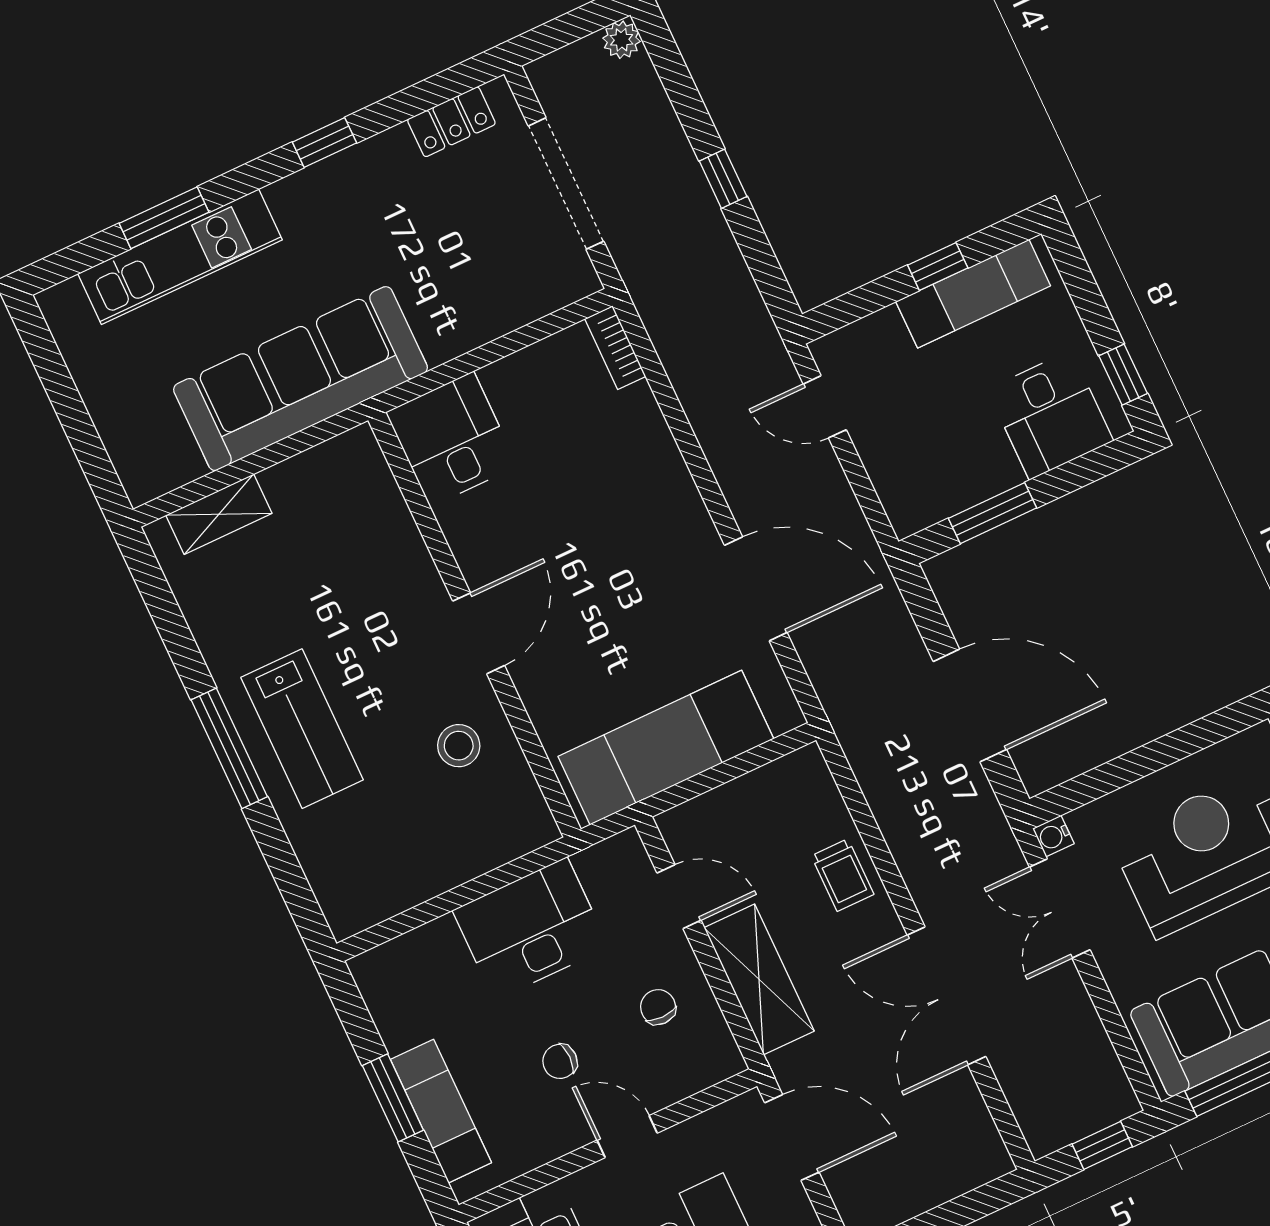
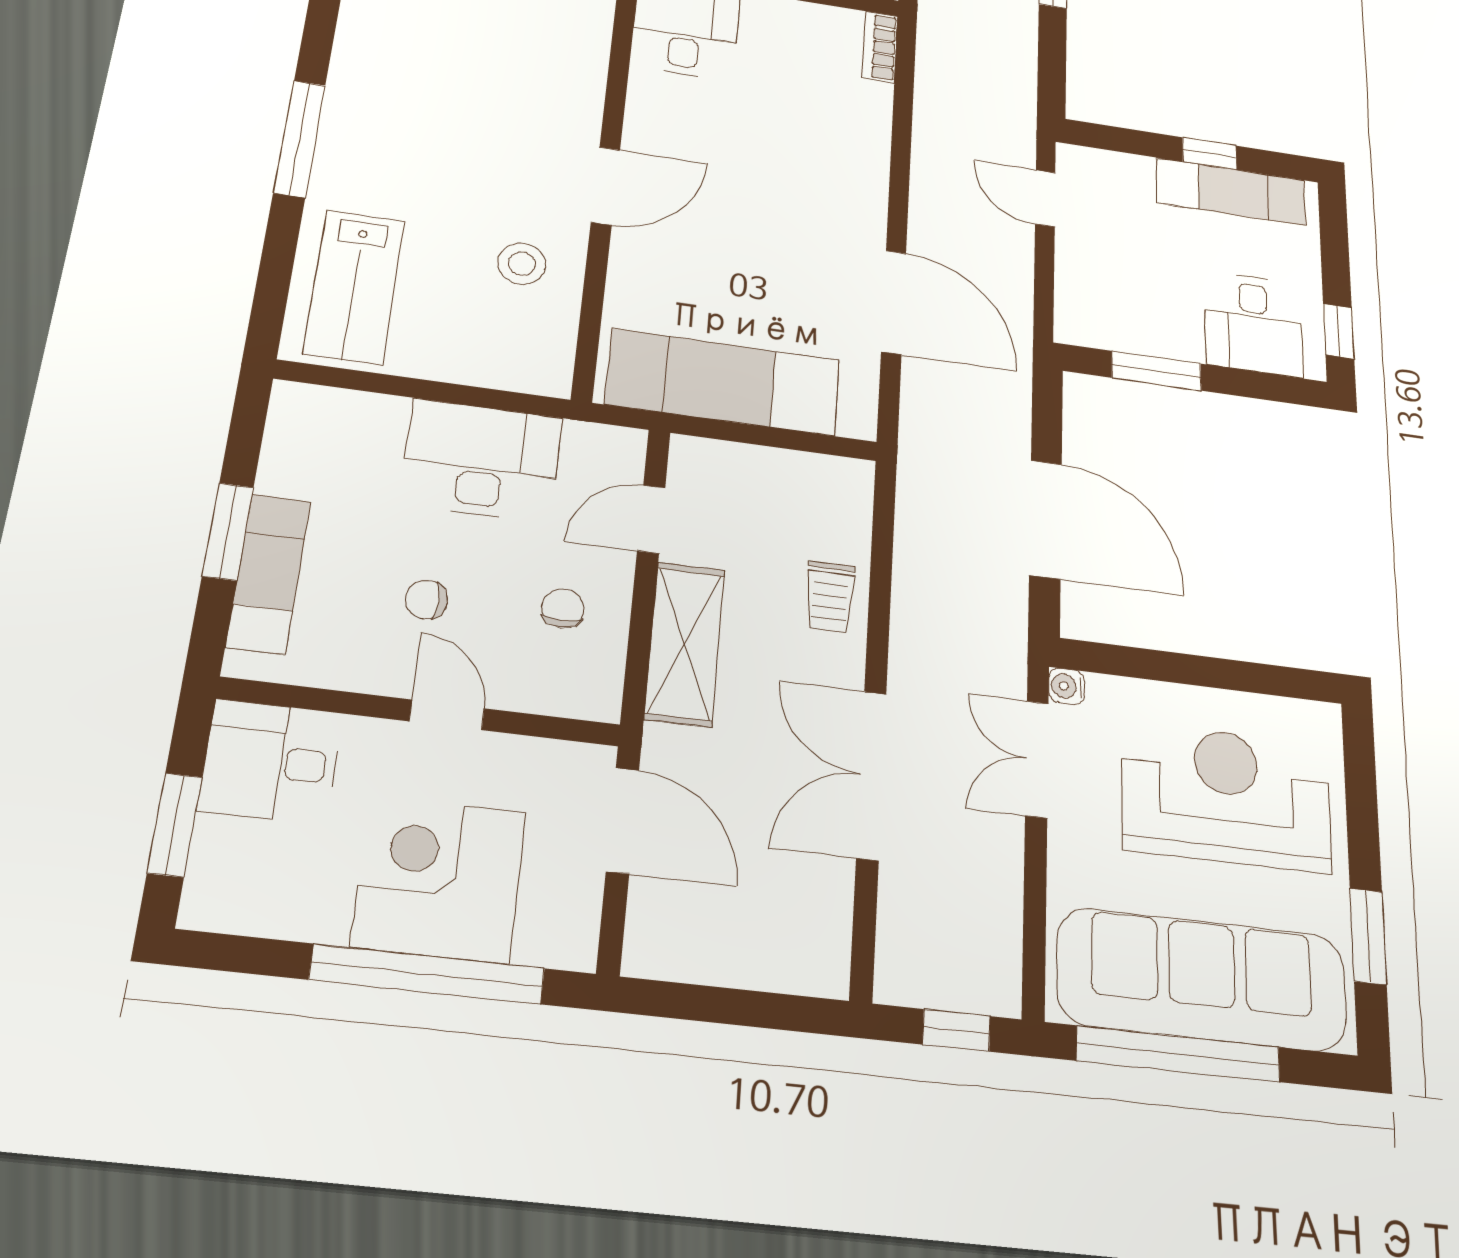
lab bench: (302, 729) -> (354, 287), moved
door: (679, 897) -> (651, 519), swing flipped

